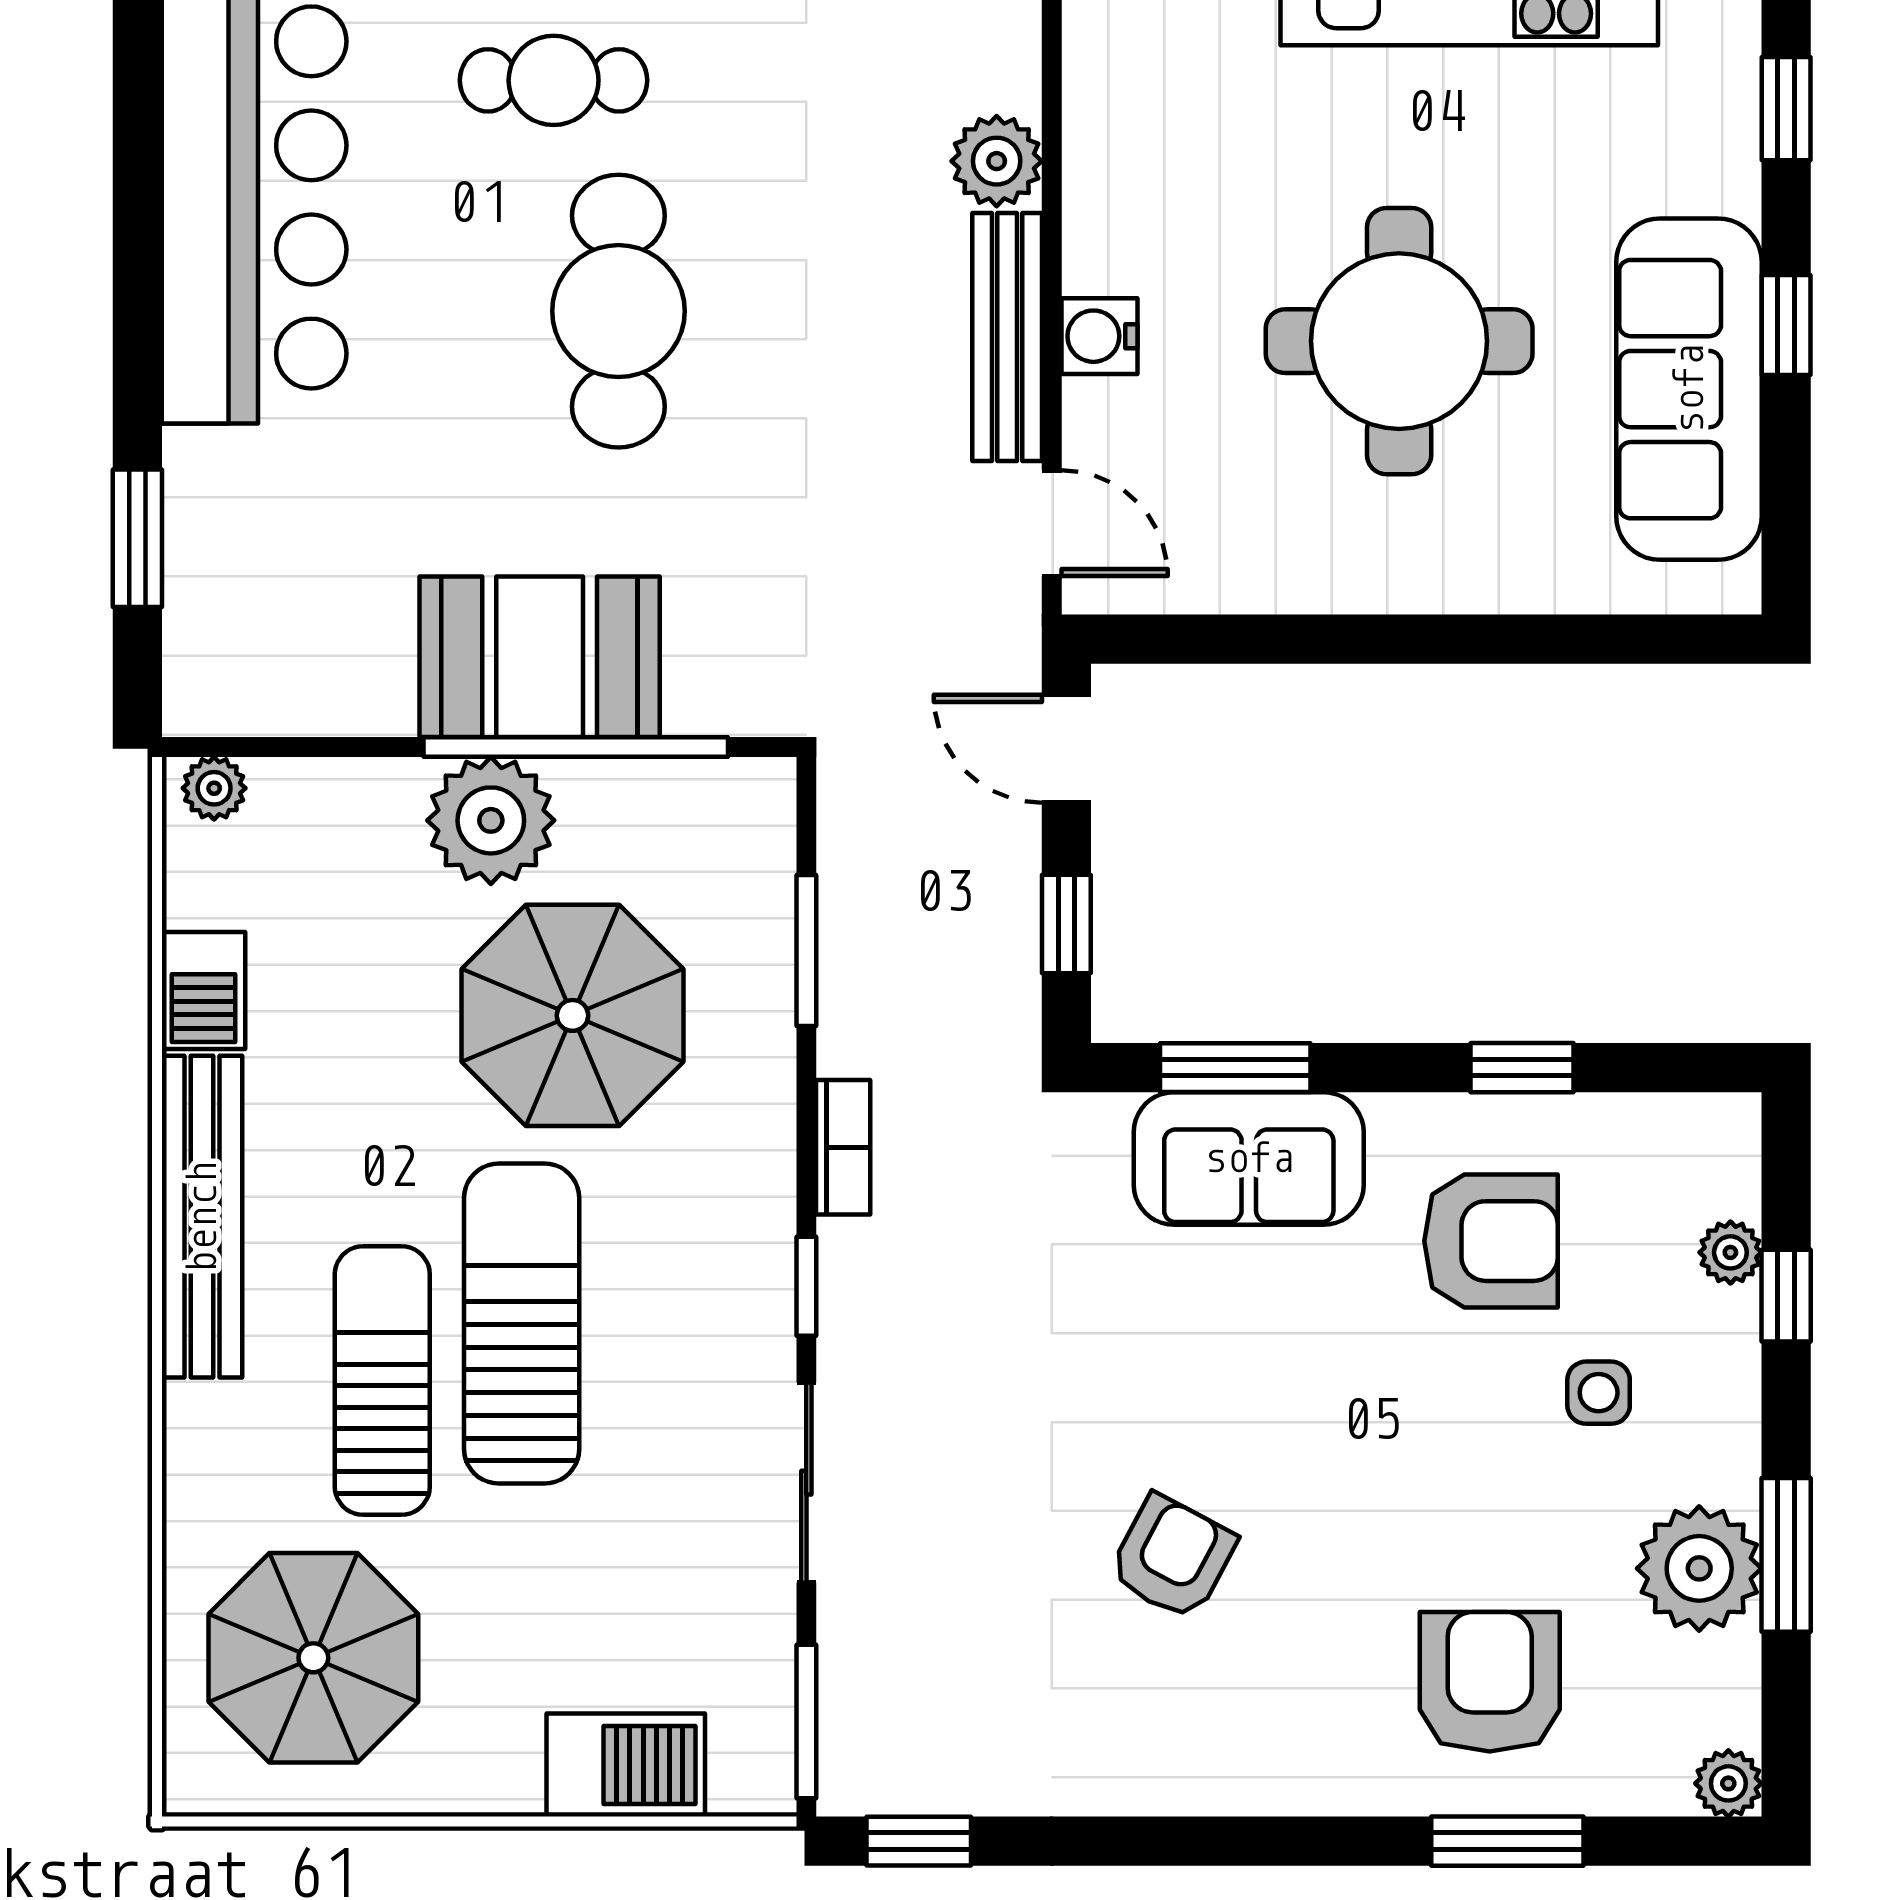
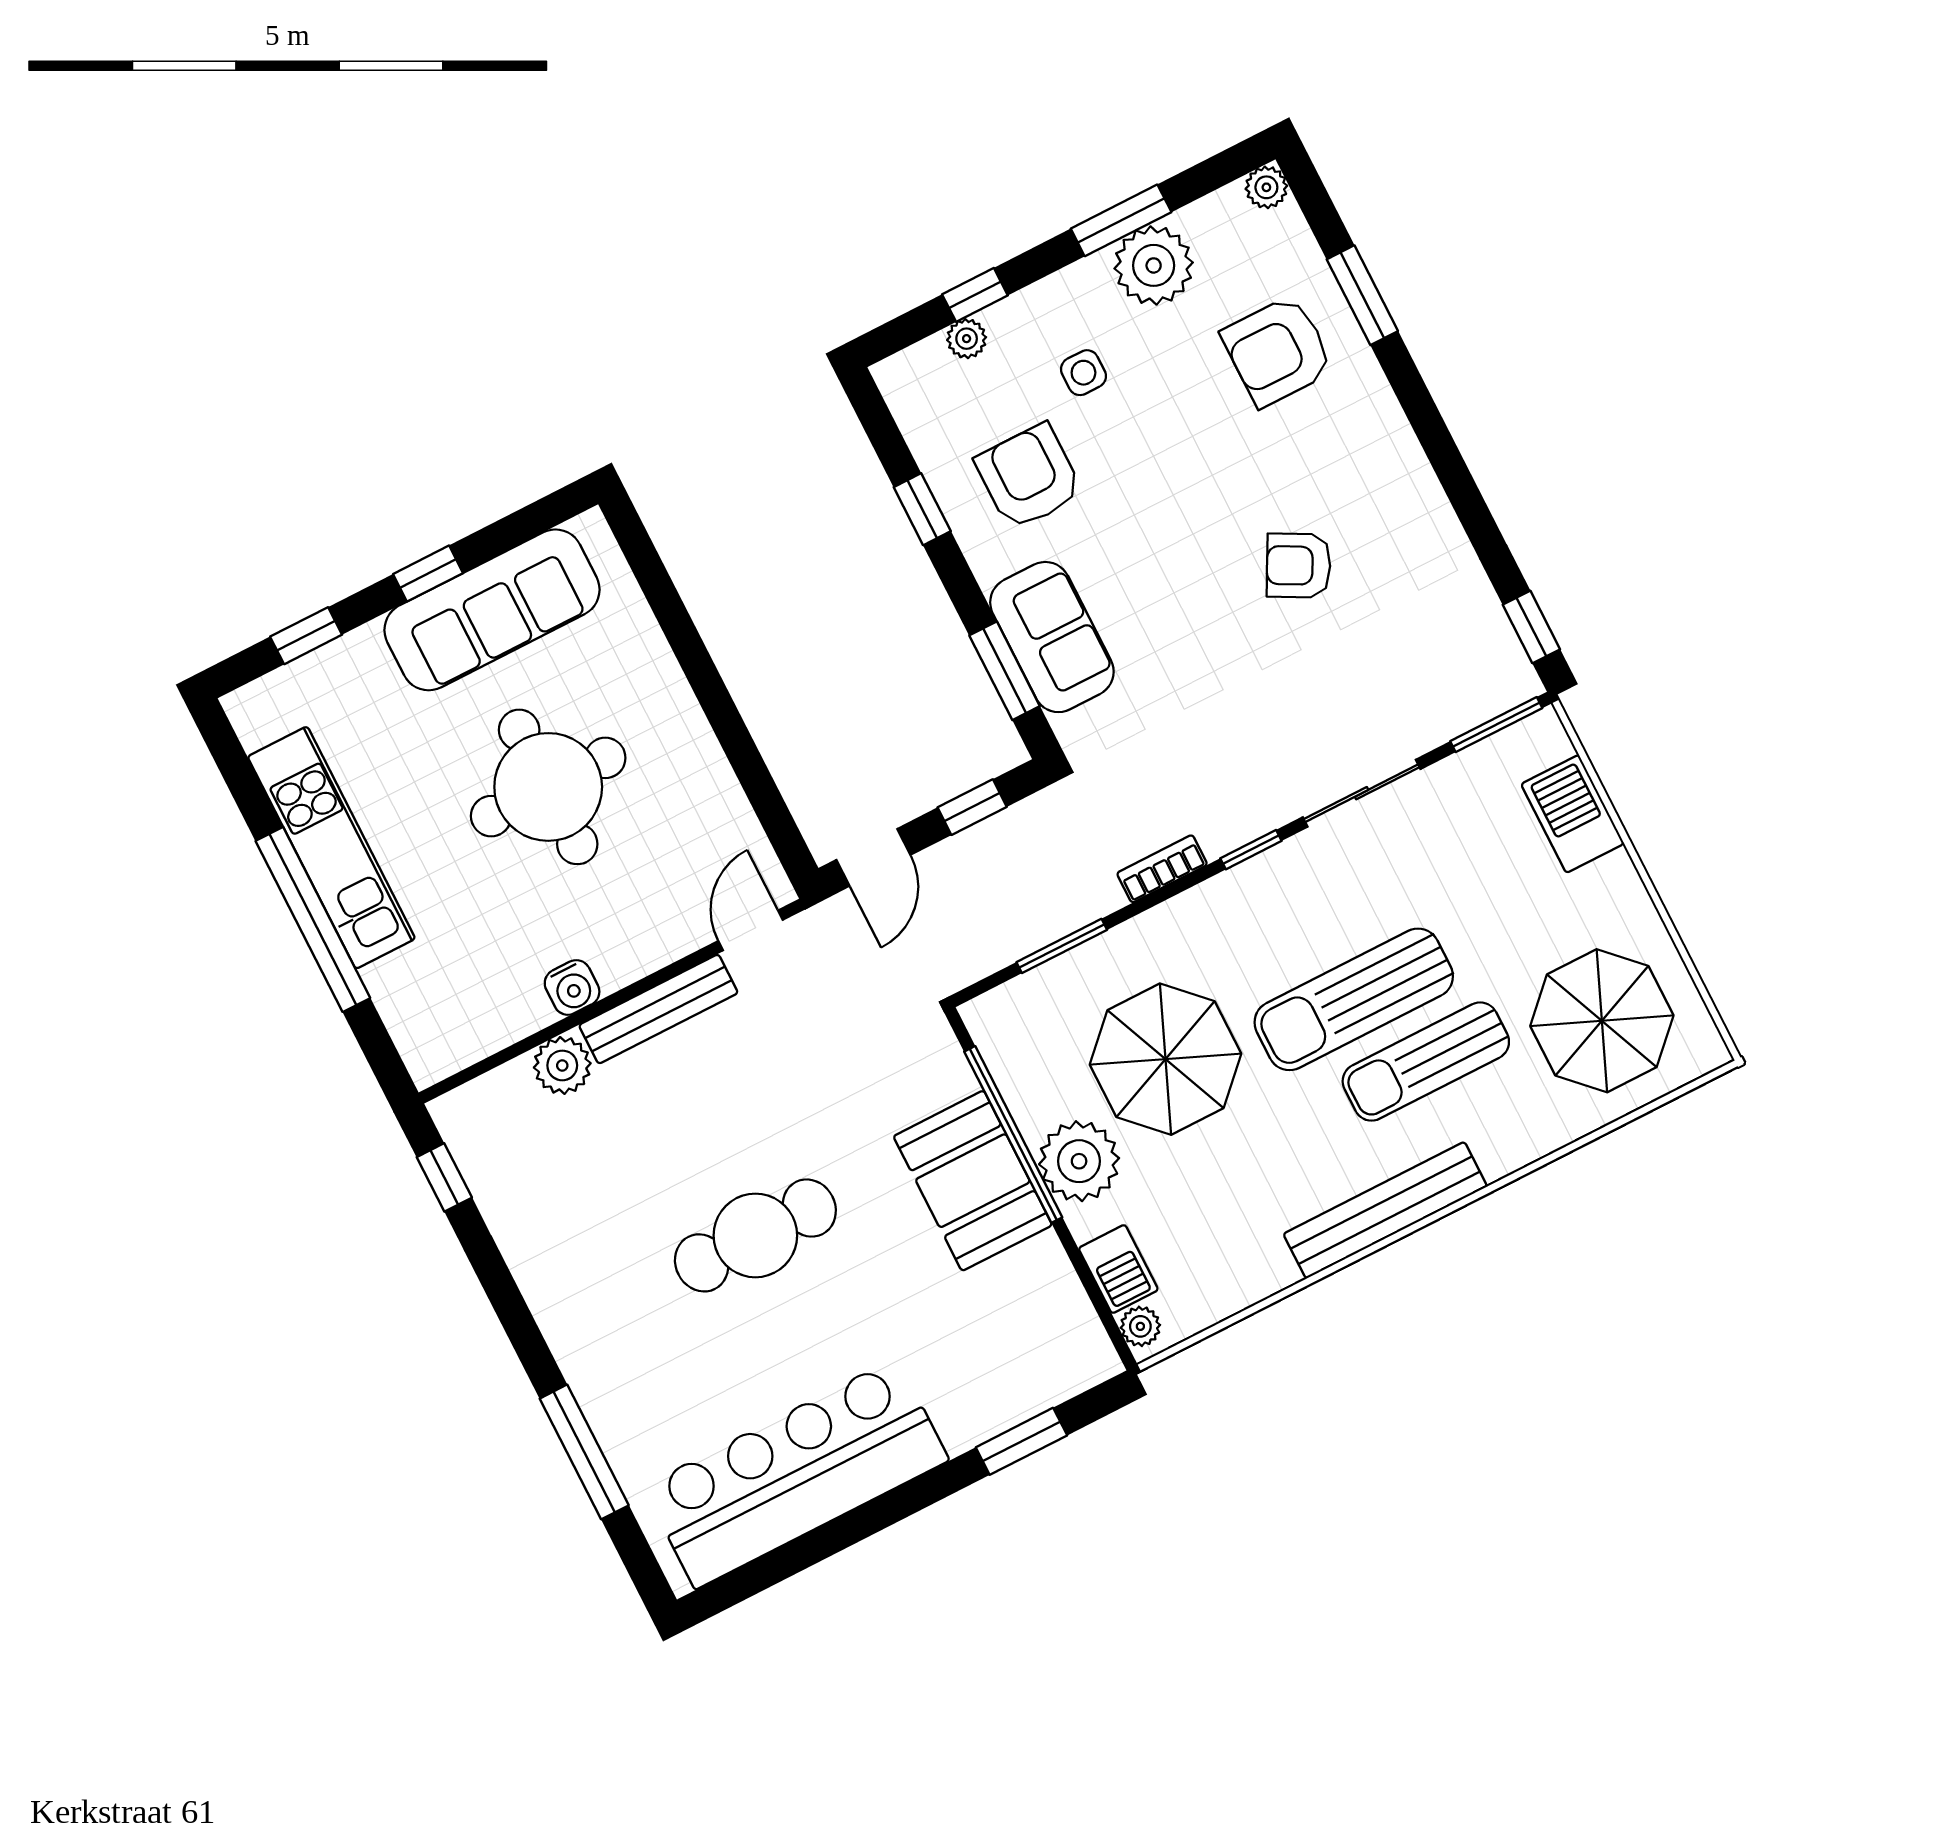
cafe table: (554, 80) -> (644, 1338), removed
water cooler: (1099, 336) -> (572, 987), moved
barbecue: (204, 991) -> (1118, 1269), moved, turned 90

